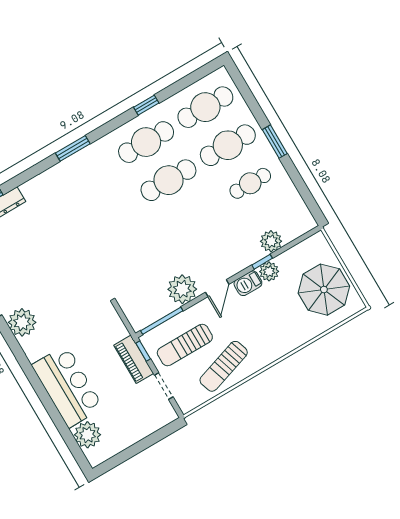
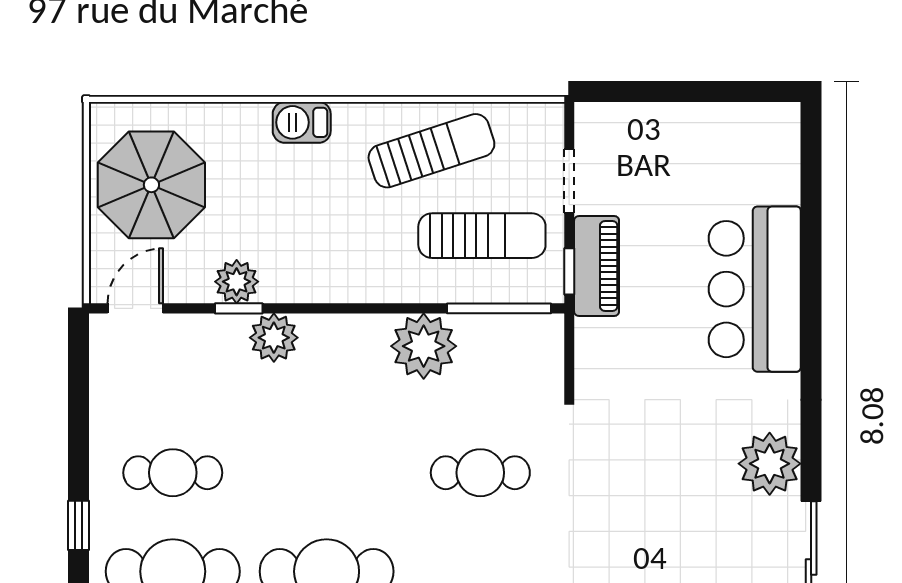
window: (275, 142) -> (78, 525), width x0.67
plant: (271, 241) -> (274, 338), moved
cafe table: (132, 253) -> (480, 473), added
barbecue: (248, 283) -> (302, 122), moved, turned 180
door: (217, 288) -> (135, 308), moved
plant: (87, 435) -> (771, 173), removed

